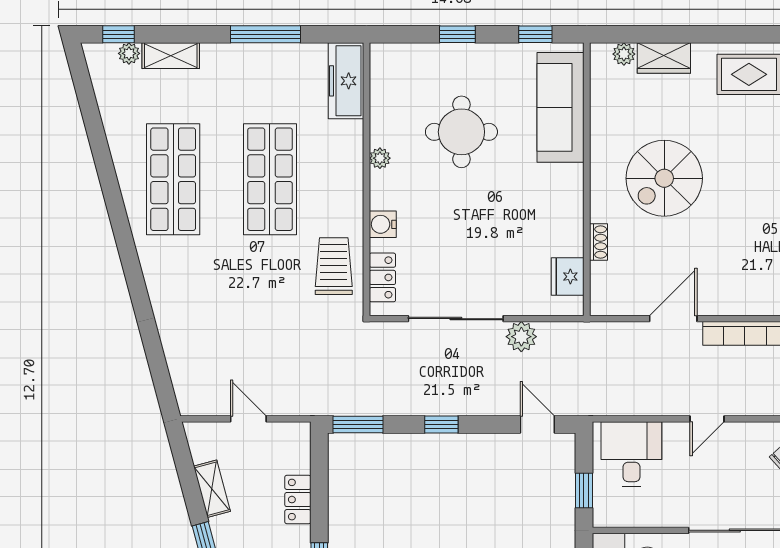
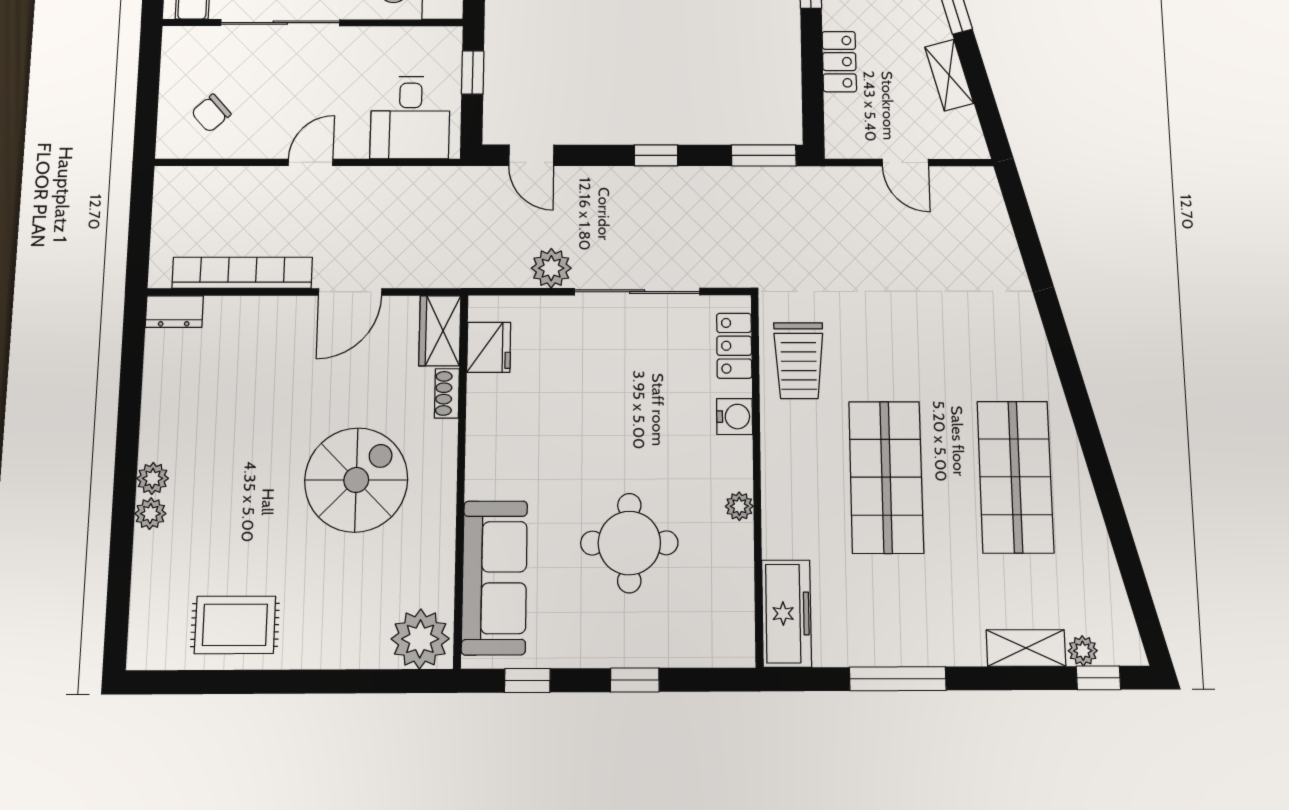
plant: (624, 54) -> (420, 639), width x1.87, depth x1.87
wardrobe: (664, 58) -> (440, 331), moved, turned -90

